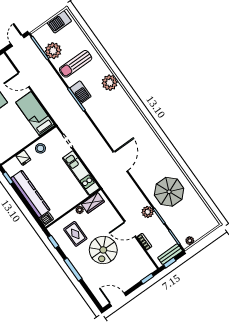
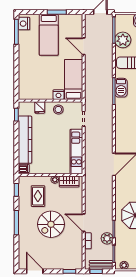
nightstand: (32, 136) -> (58, 95), added
plant: (148, 212) -> (107, 238), moved

